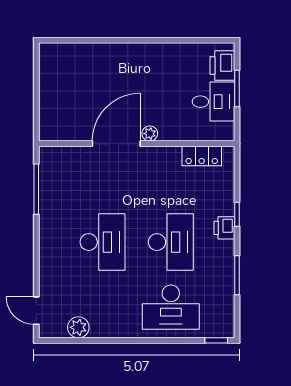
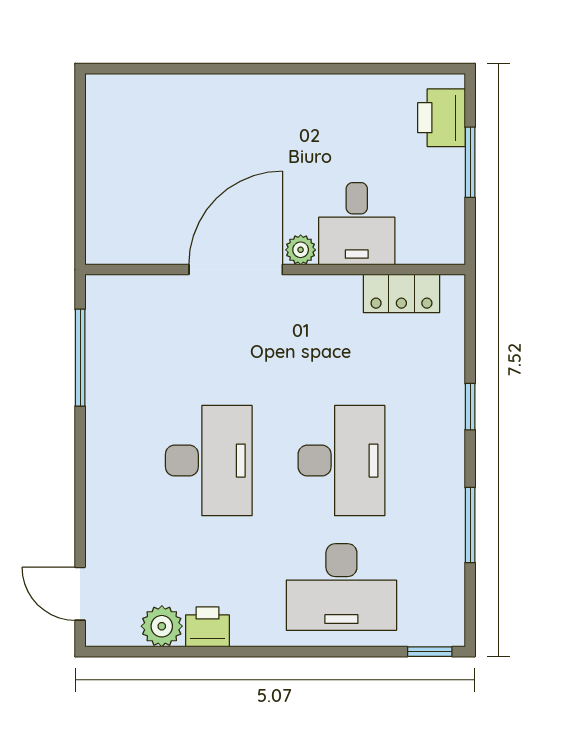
desk: (213, 102) -> (357, 224), moved, turned 90
printer: (224, 228) -> (208, 627), moved, turned 90

